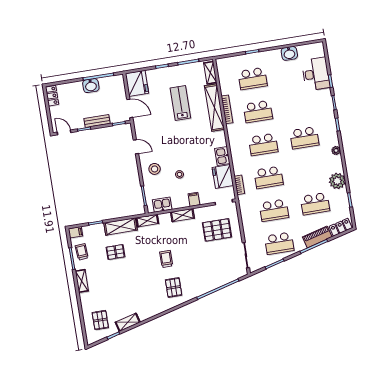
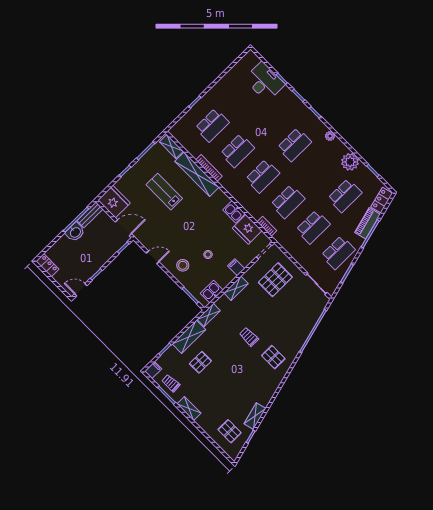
washbasin: (289, 53) -> (229, 80), removed
bench: (97, 121) -> (90, 215), moved

